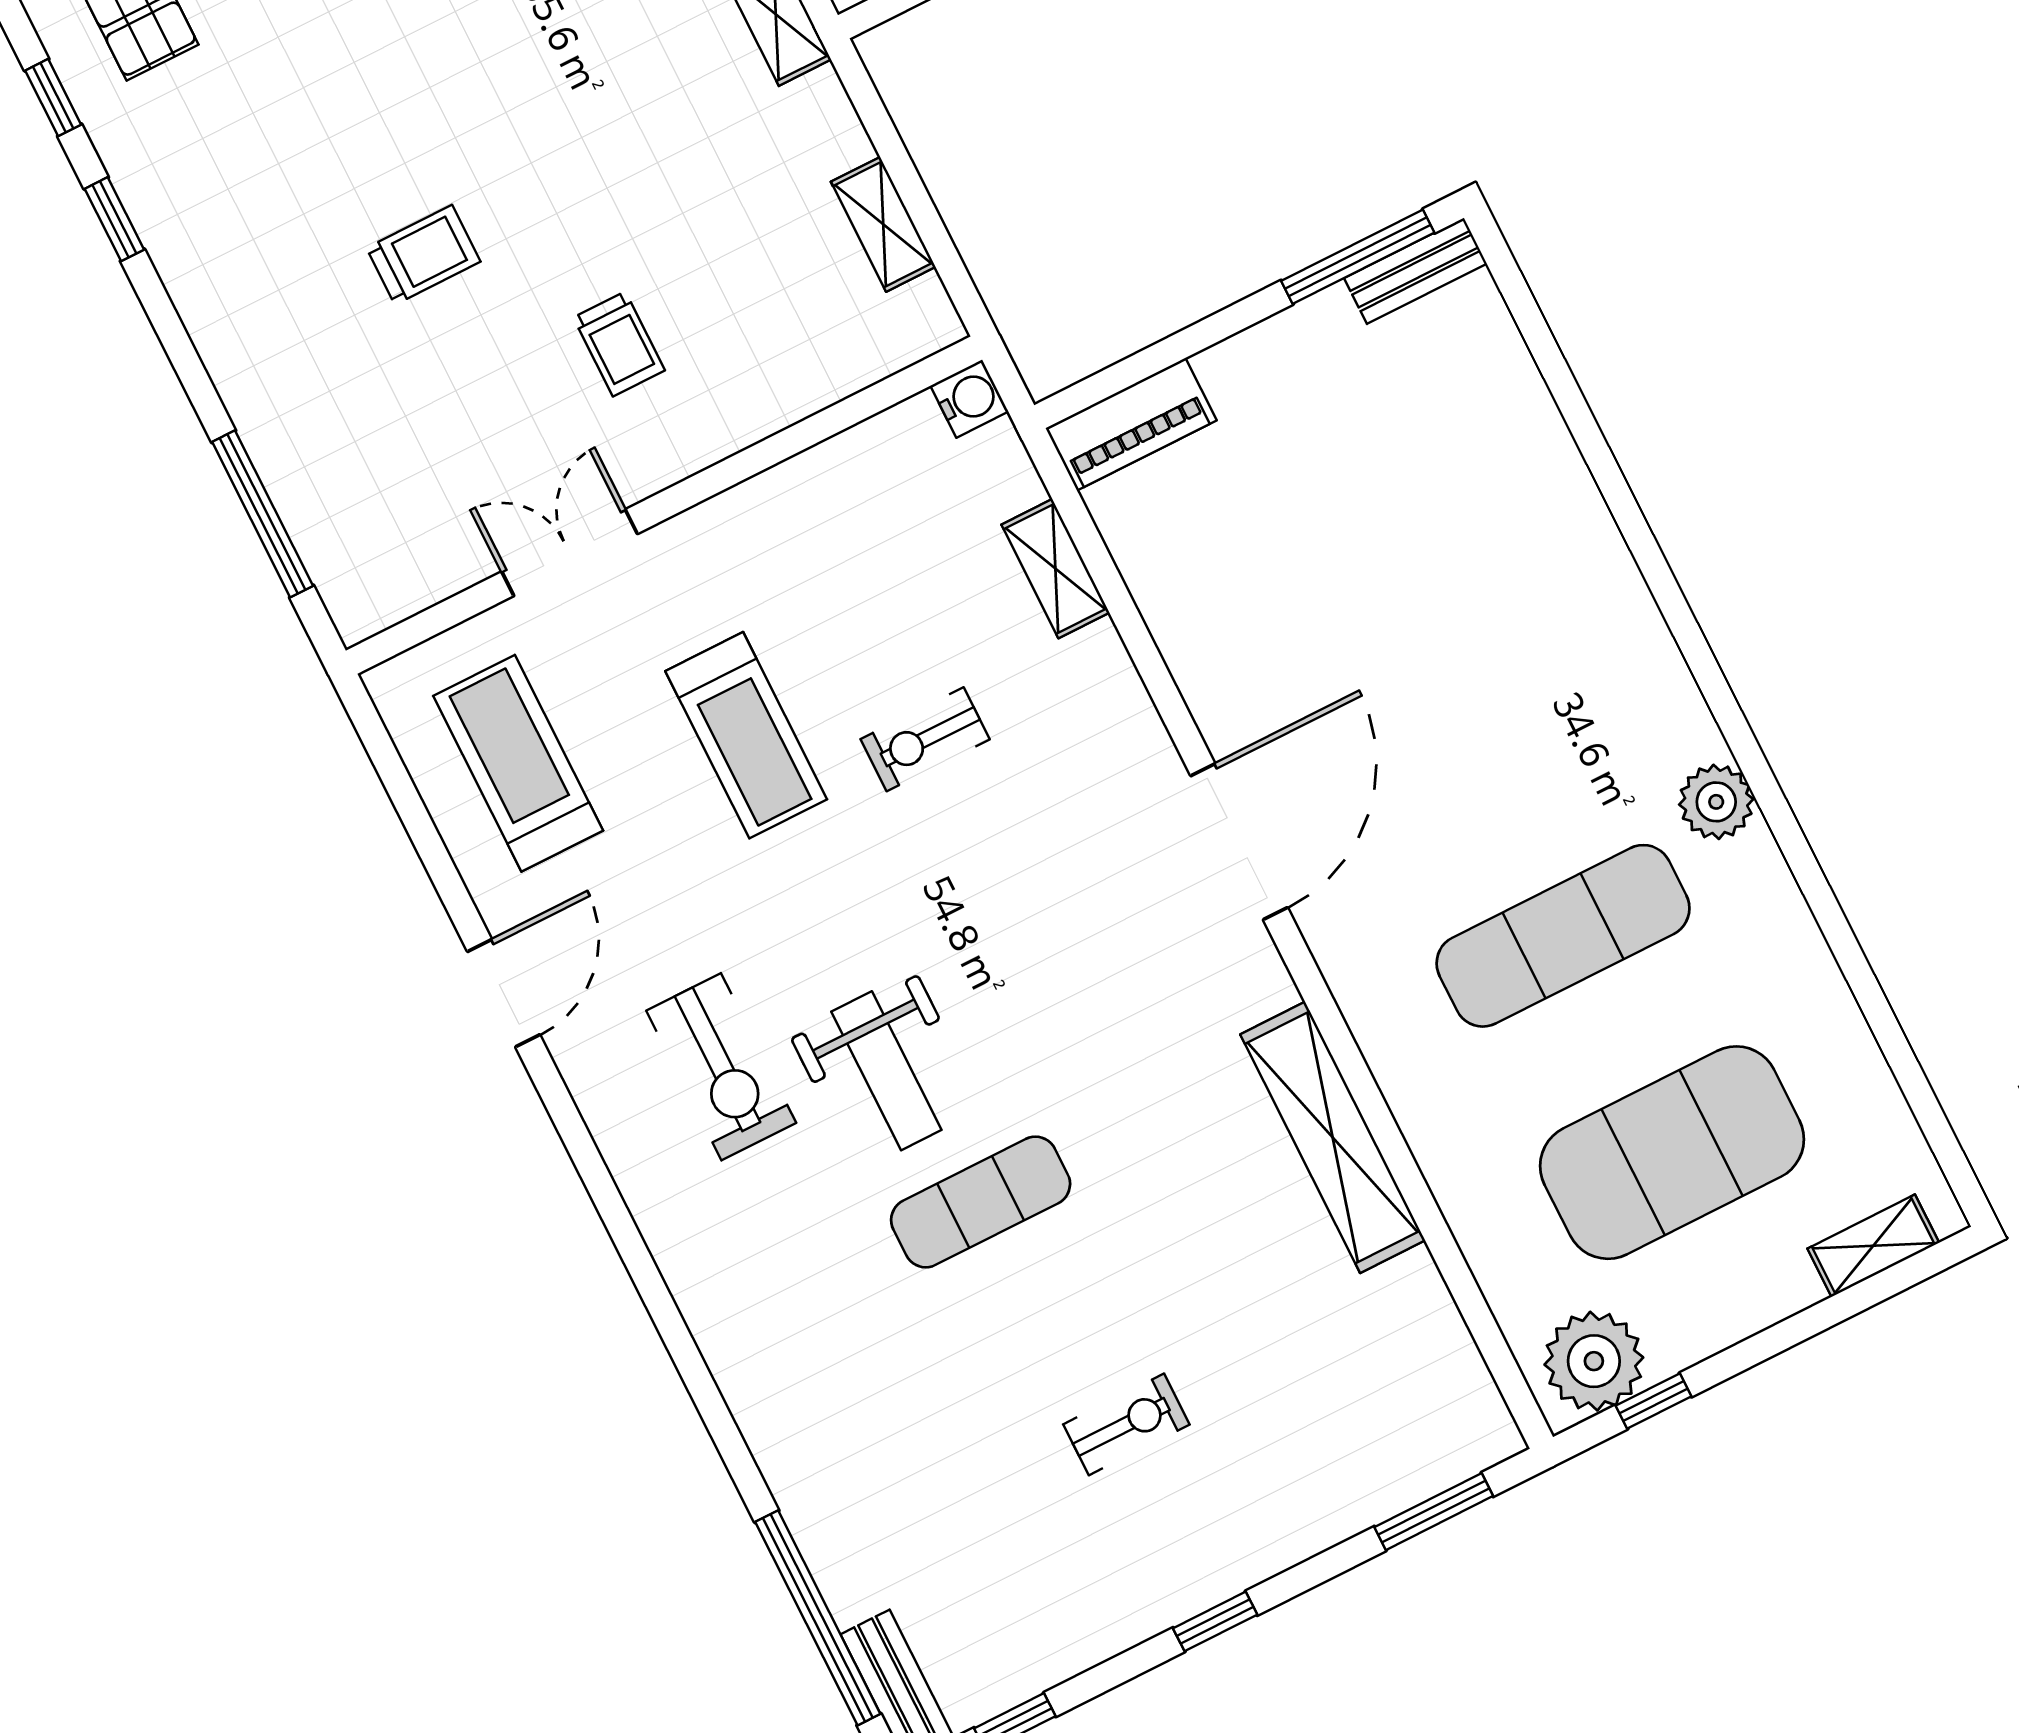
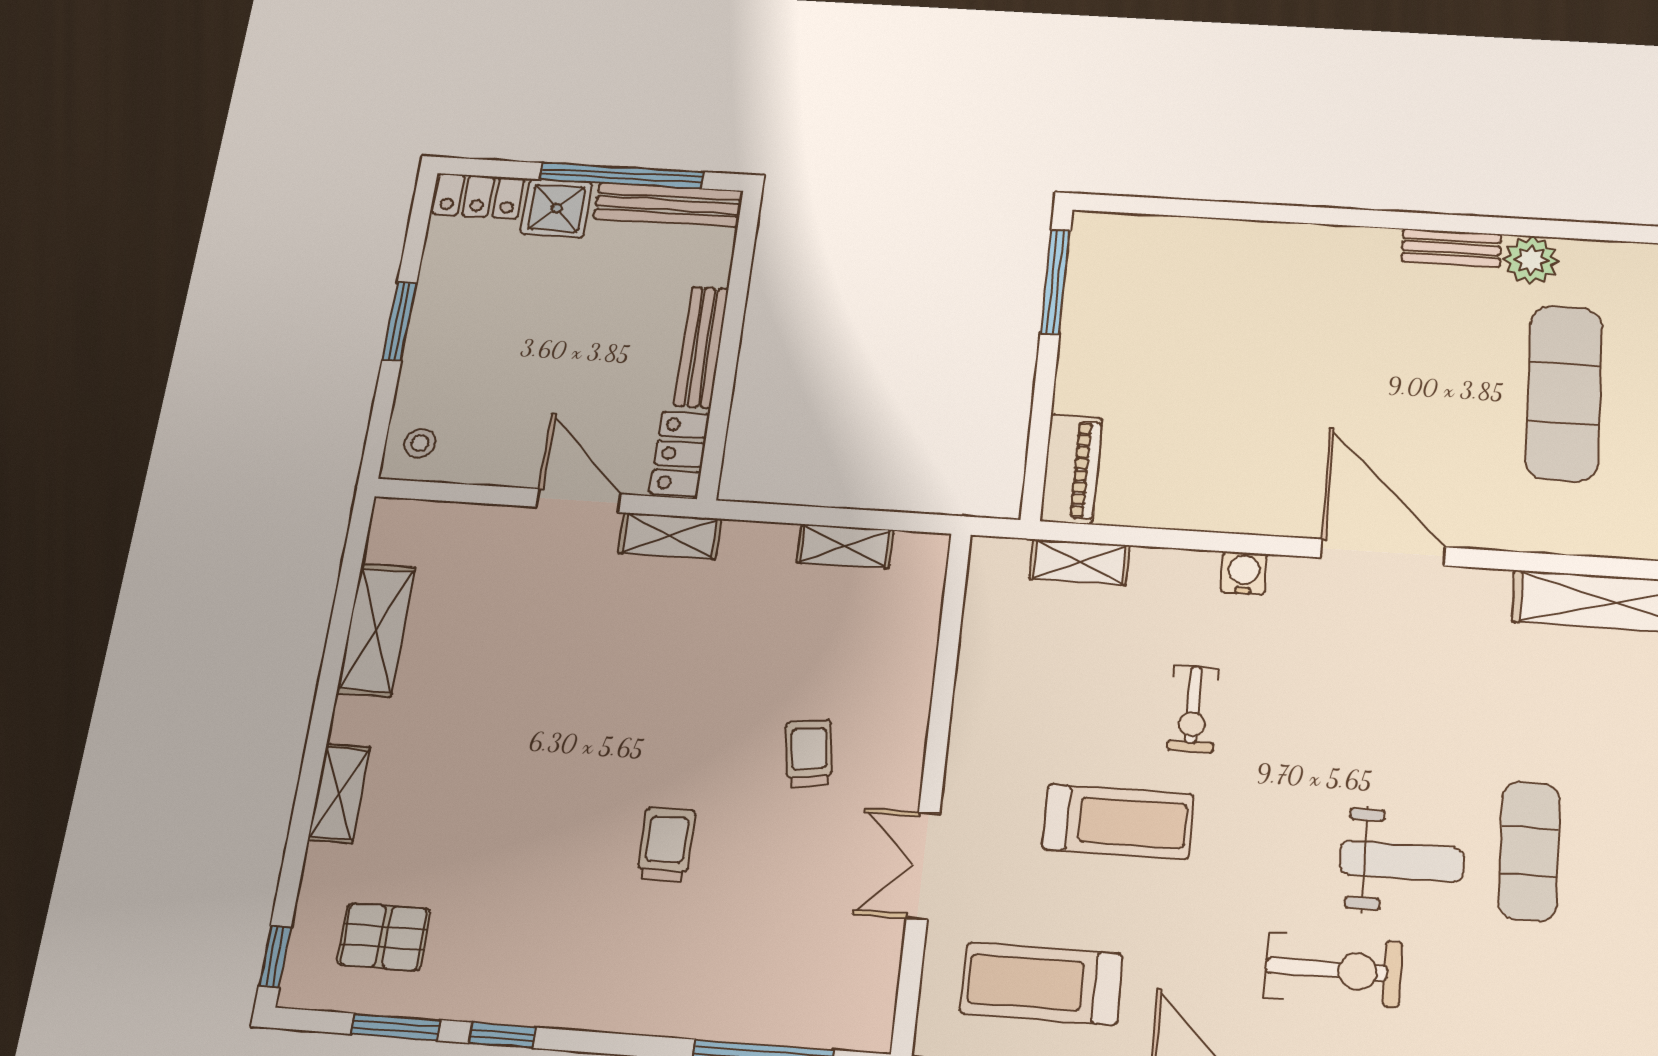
window: (53, 98) -> (396, 1027), width x1.50
bench: (1416, 271) -> (1451, 248), moved, turned 90
trolley: (619, 344) -> (809, 753), turned -98
water cooler: (969, 399) -> (1244, 573), moved
shelving: (1055, 569) -> (1079, 562), moved

